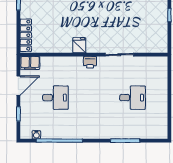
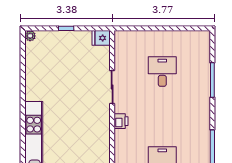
fridge: (79, 45) -> (101, 38), moved

